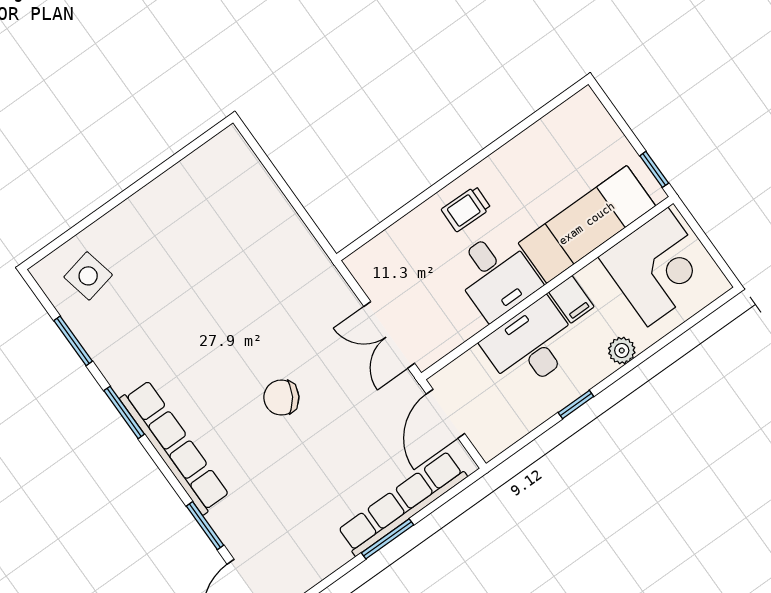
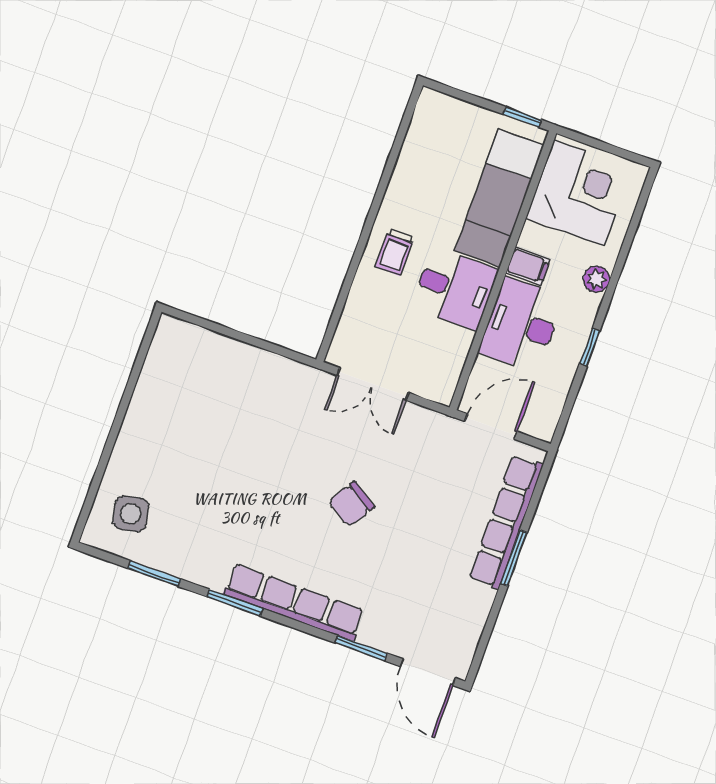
double door: (389, 335) -> (373, 384), moved
door: (446, 414) -> (491, 426), swing flipped

